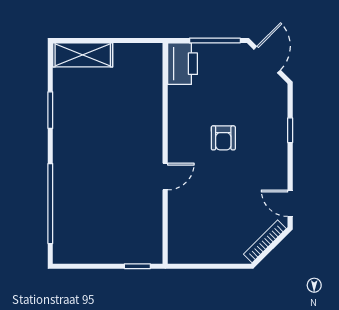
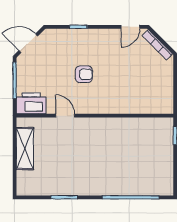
shelving: (83, 55) -> (25, 148), moved
door: (165, 177) -> (65, 116), moved

